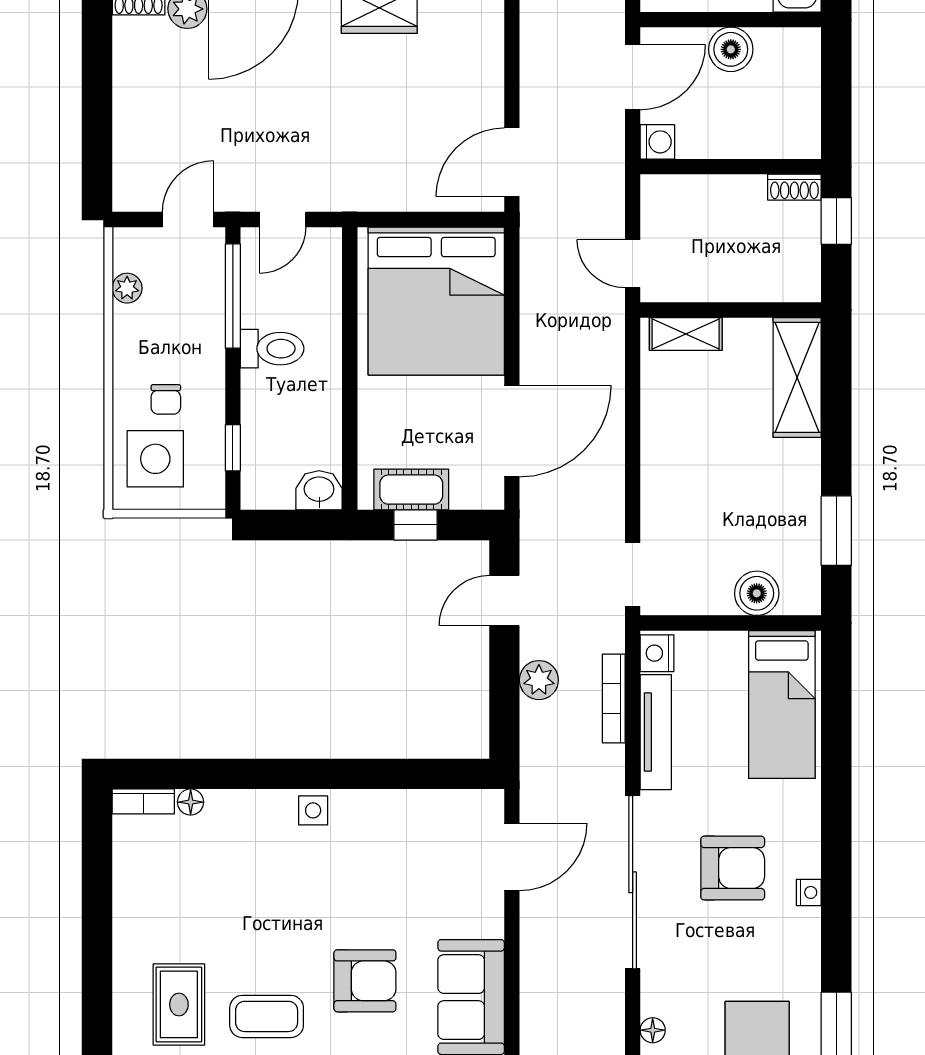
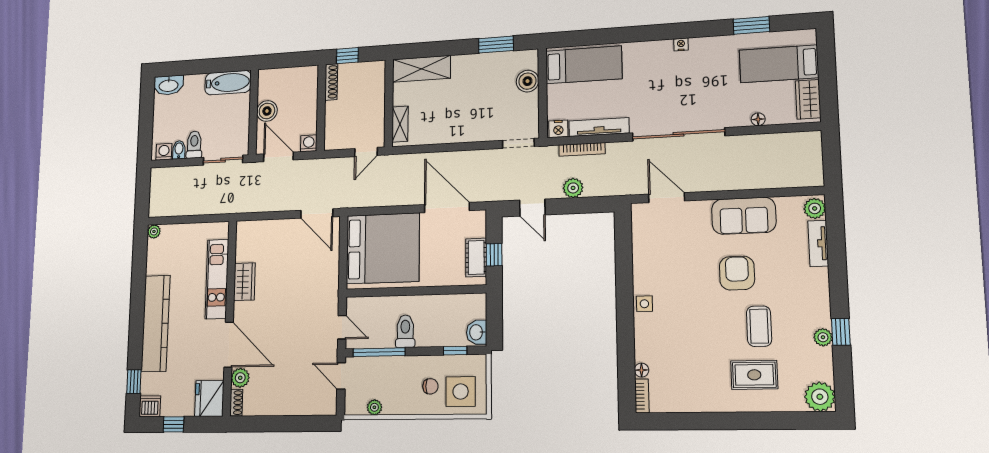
shoe rack: (794, 187) -> (331, 82), width x1.43
washbasin: (319, 490) -> (477, 332), moved
armchair: (733, 868) -> (669, 84), removed

